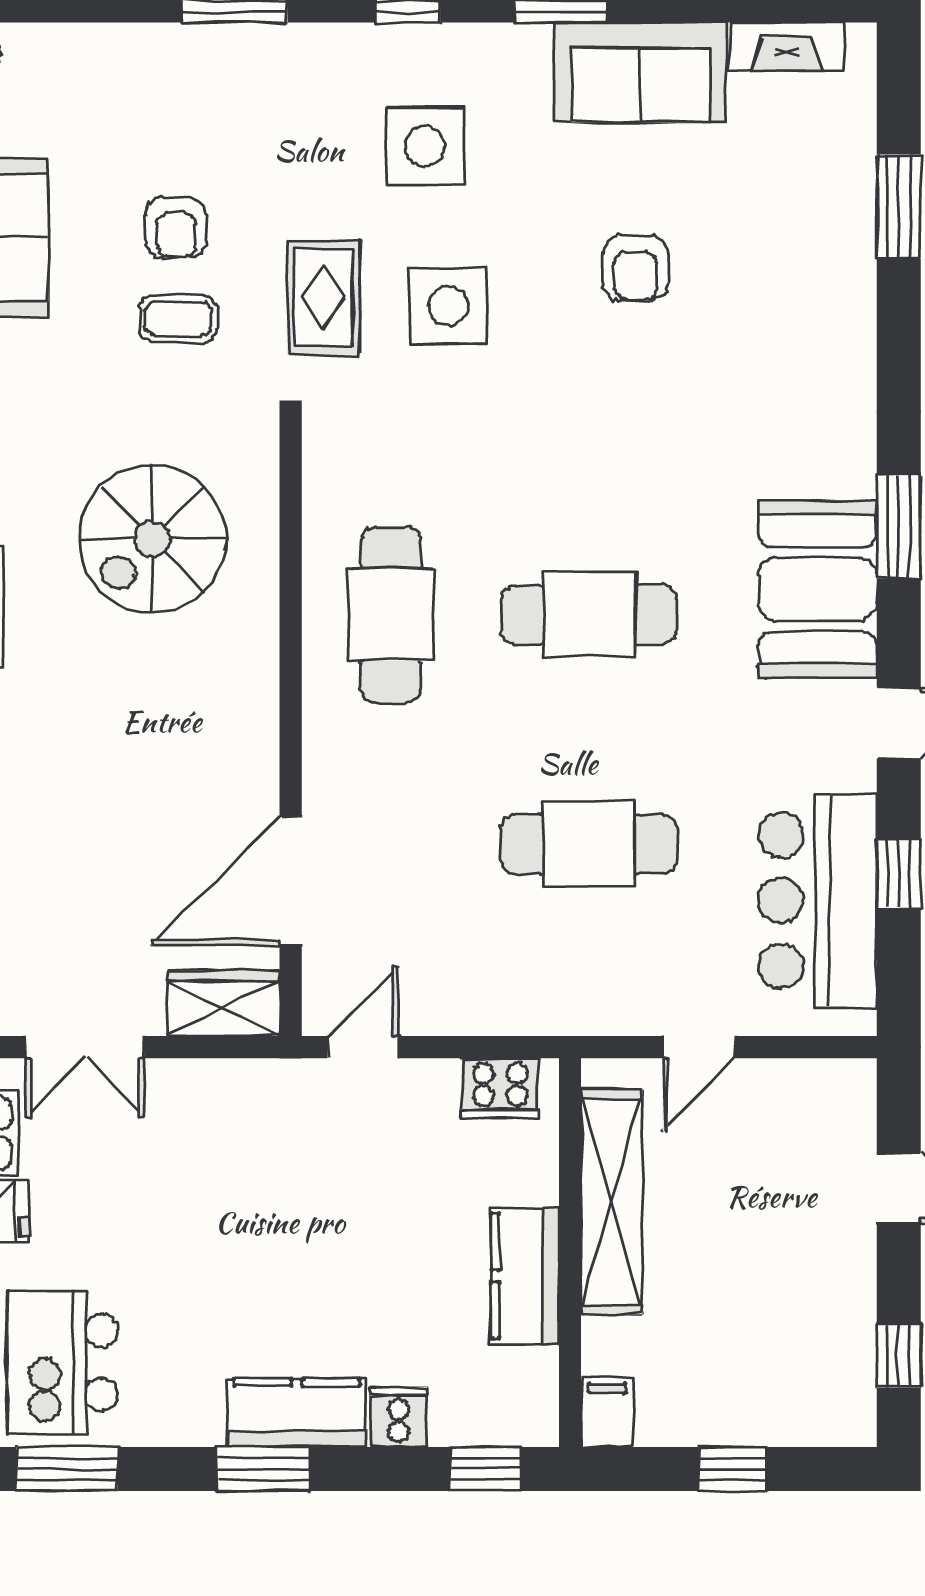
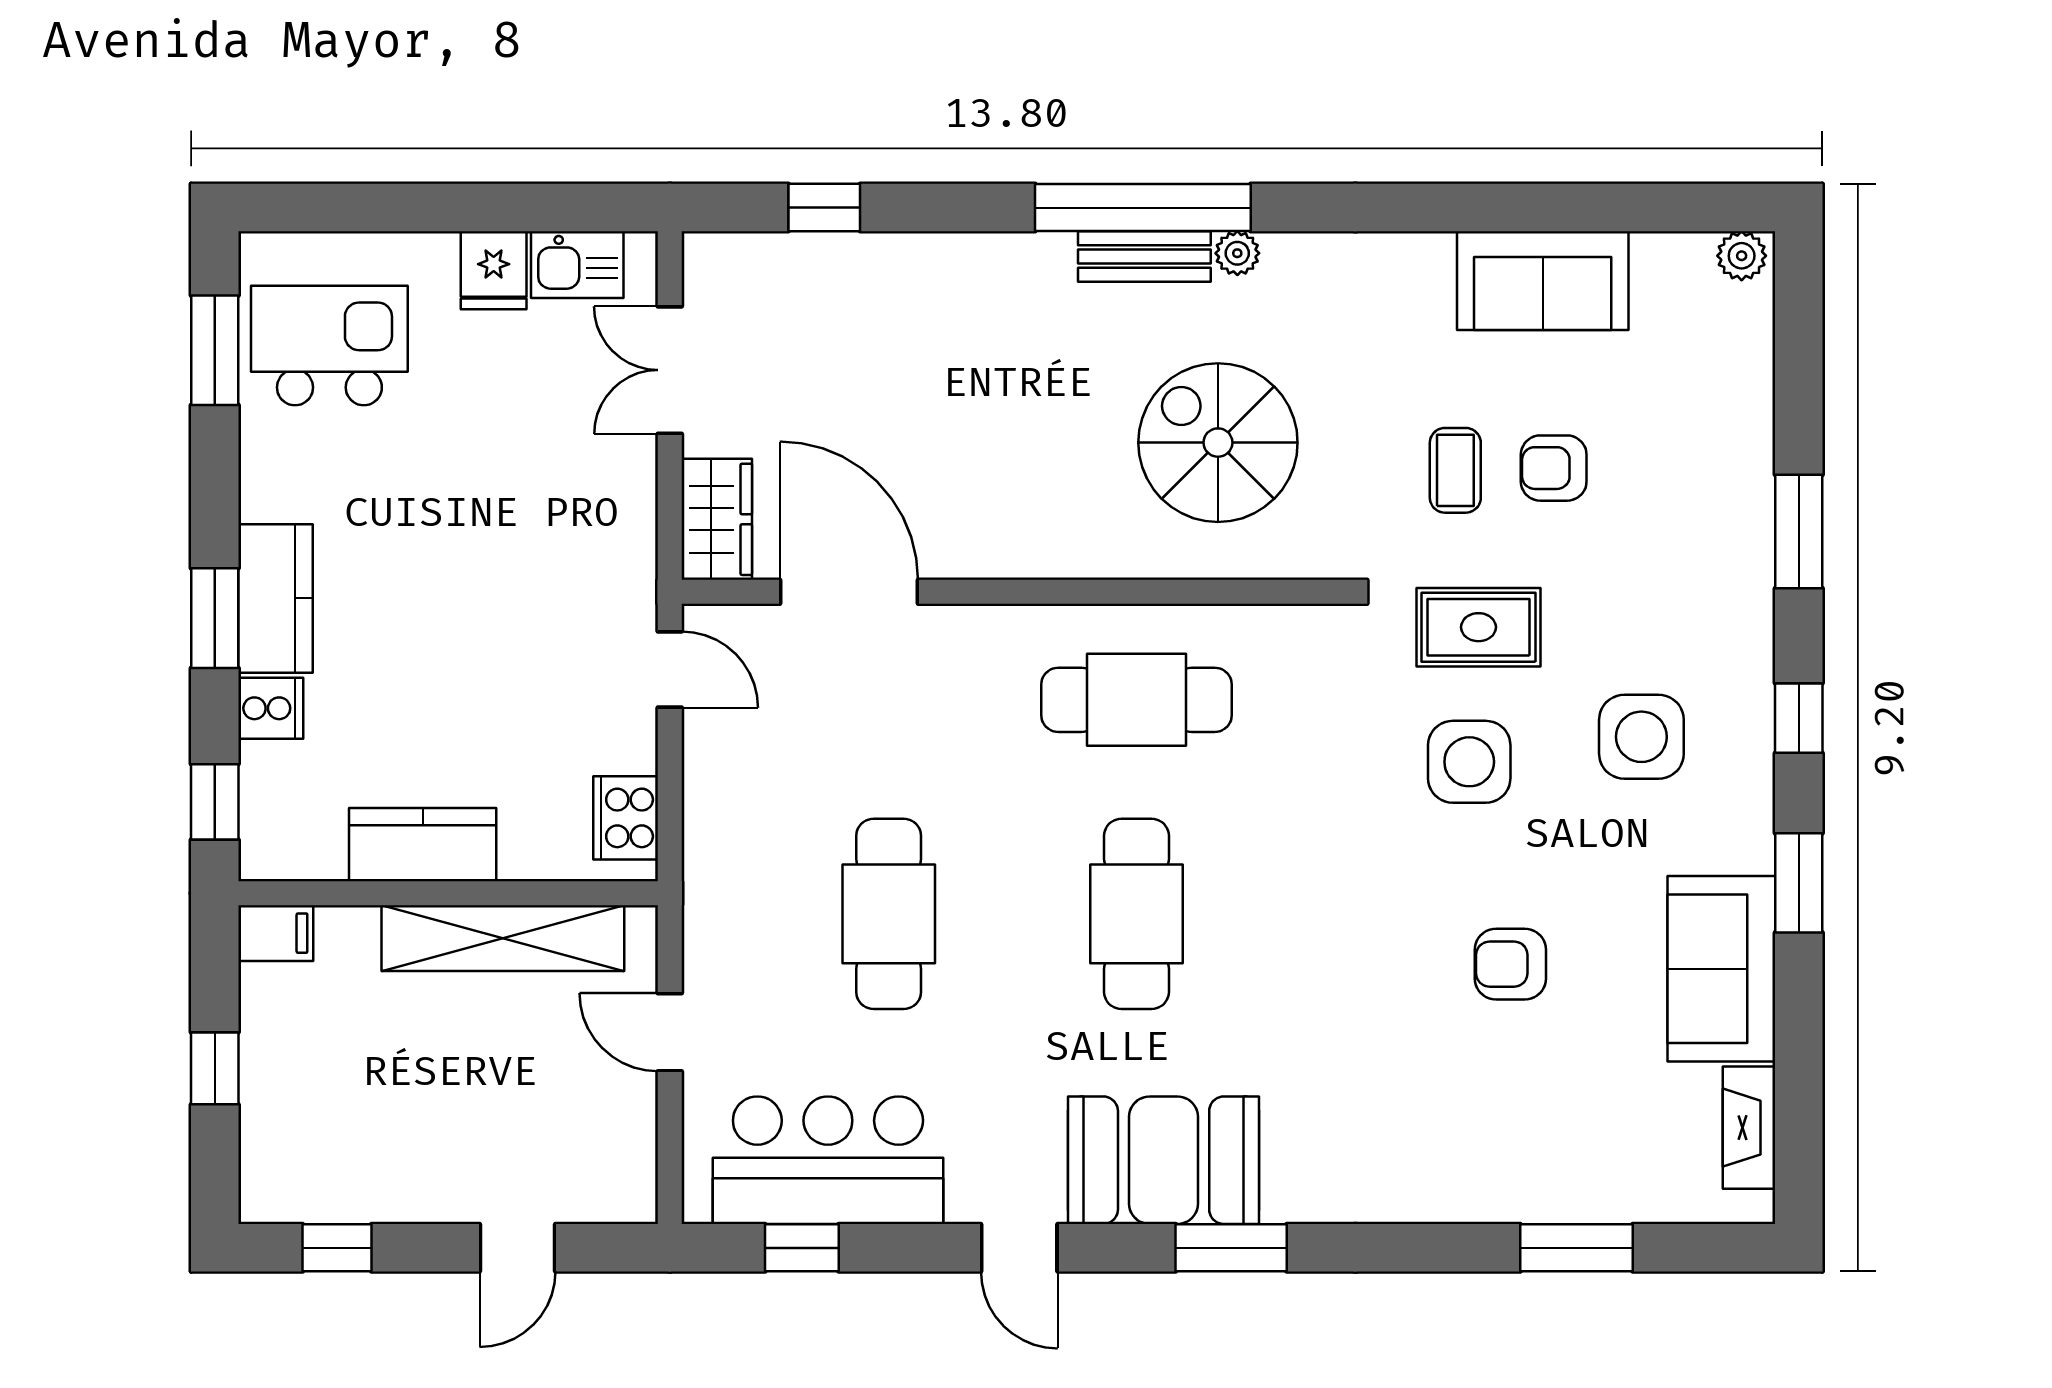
window: (899, 874) -> (802, 1248), moved
window: (263, 1469) -> (215, 618), moved

